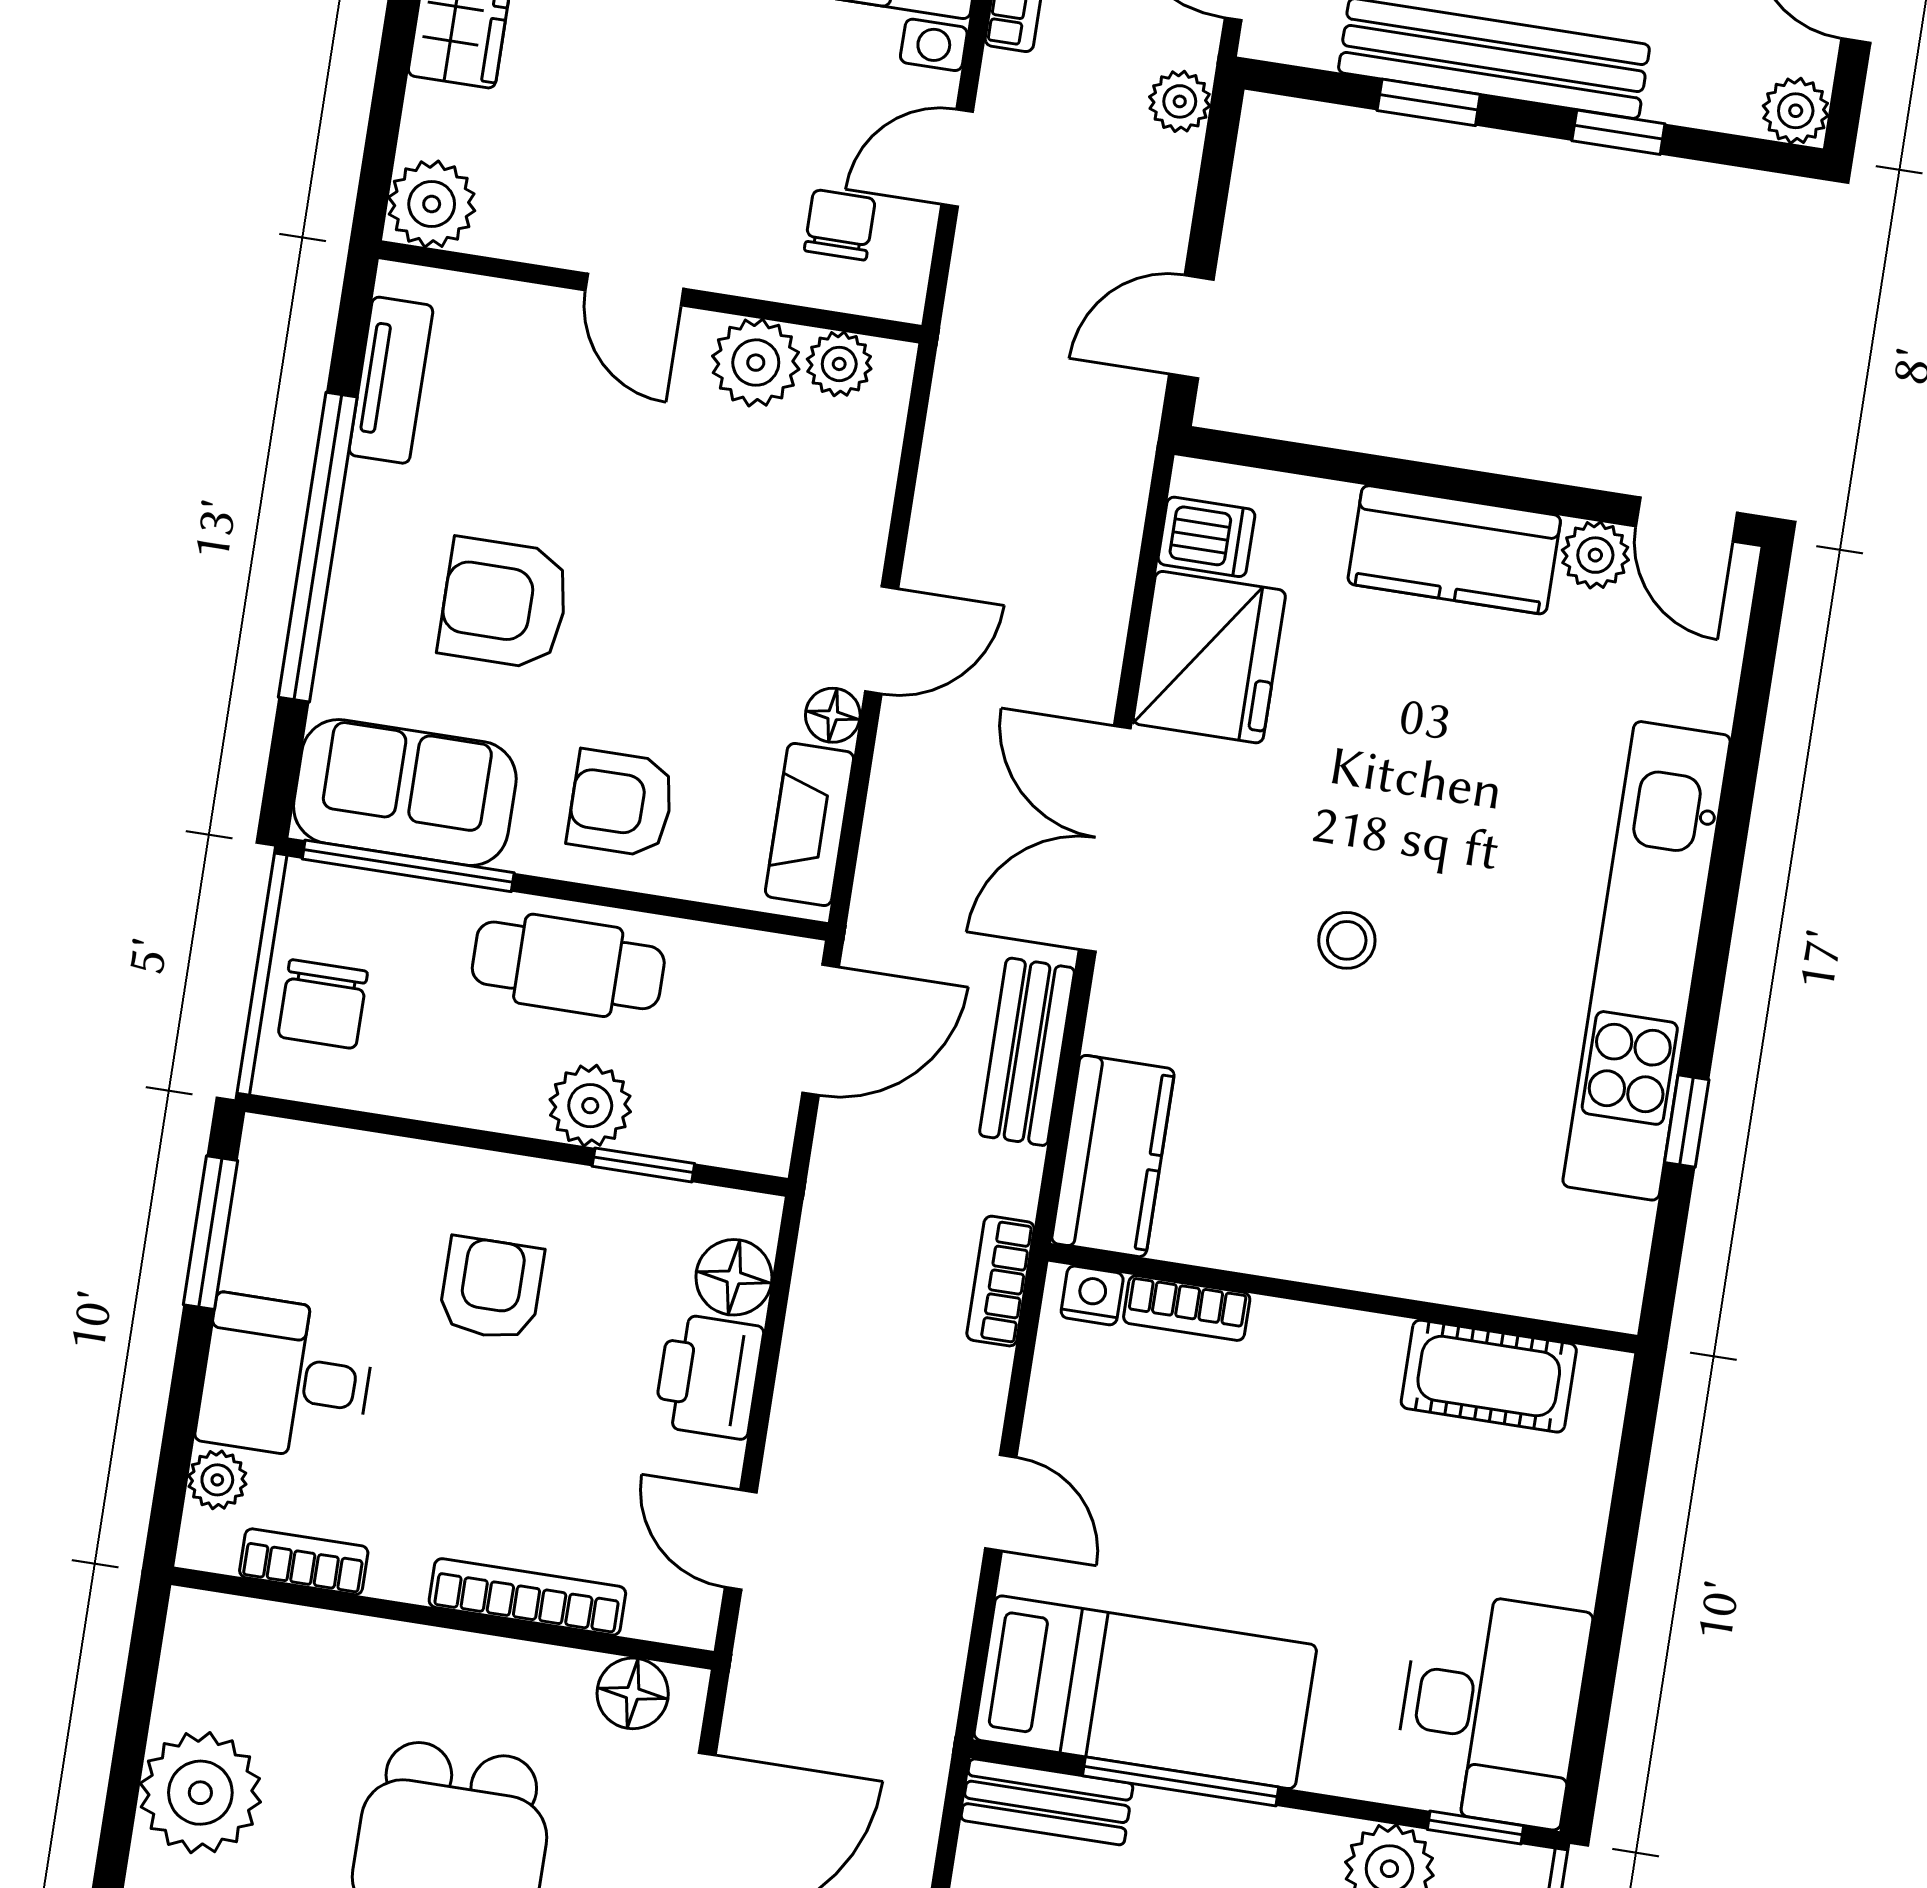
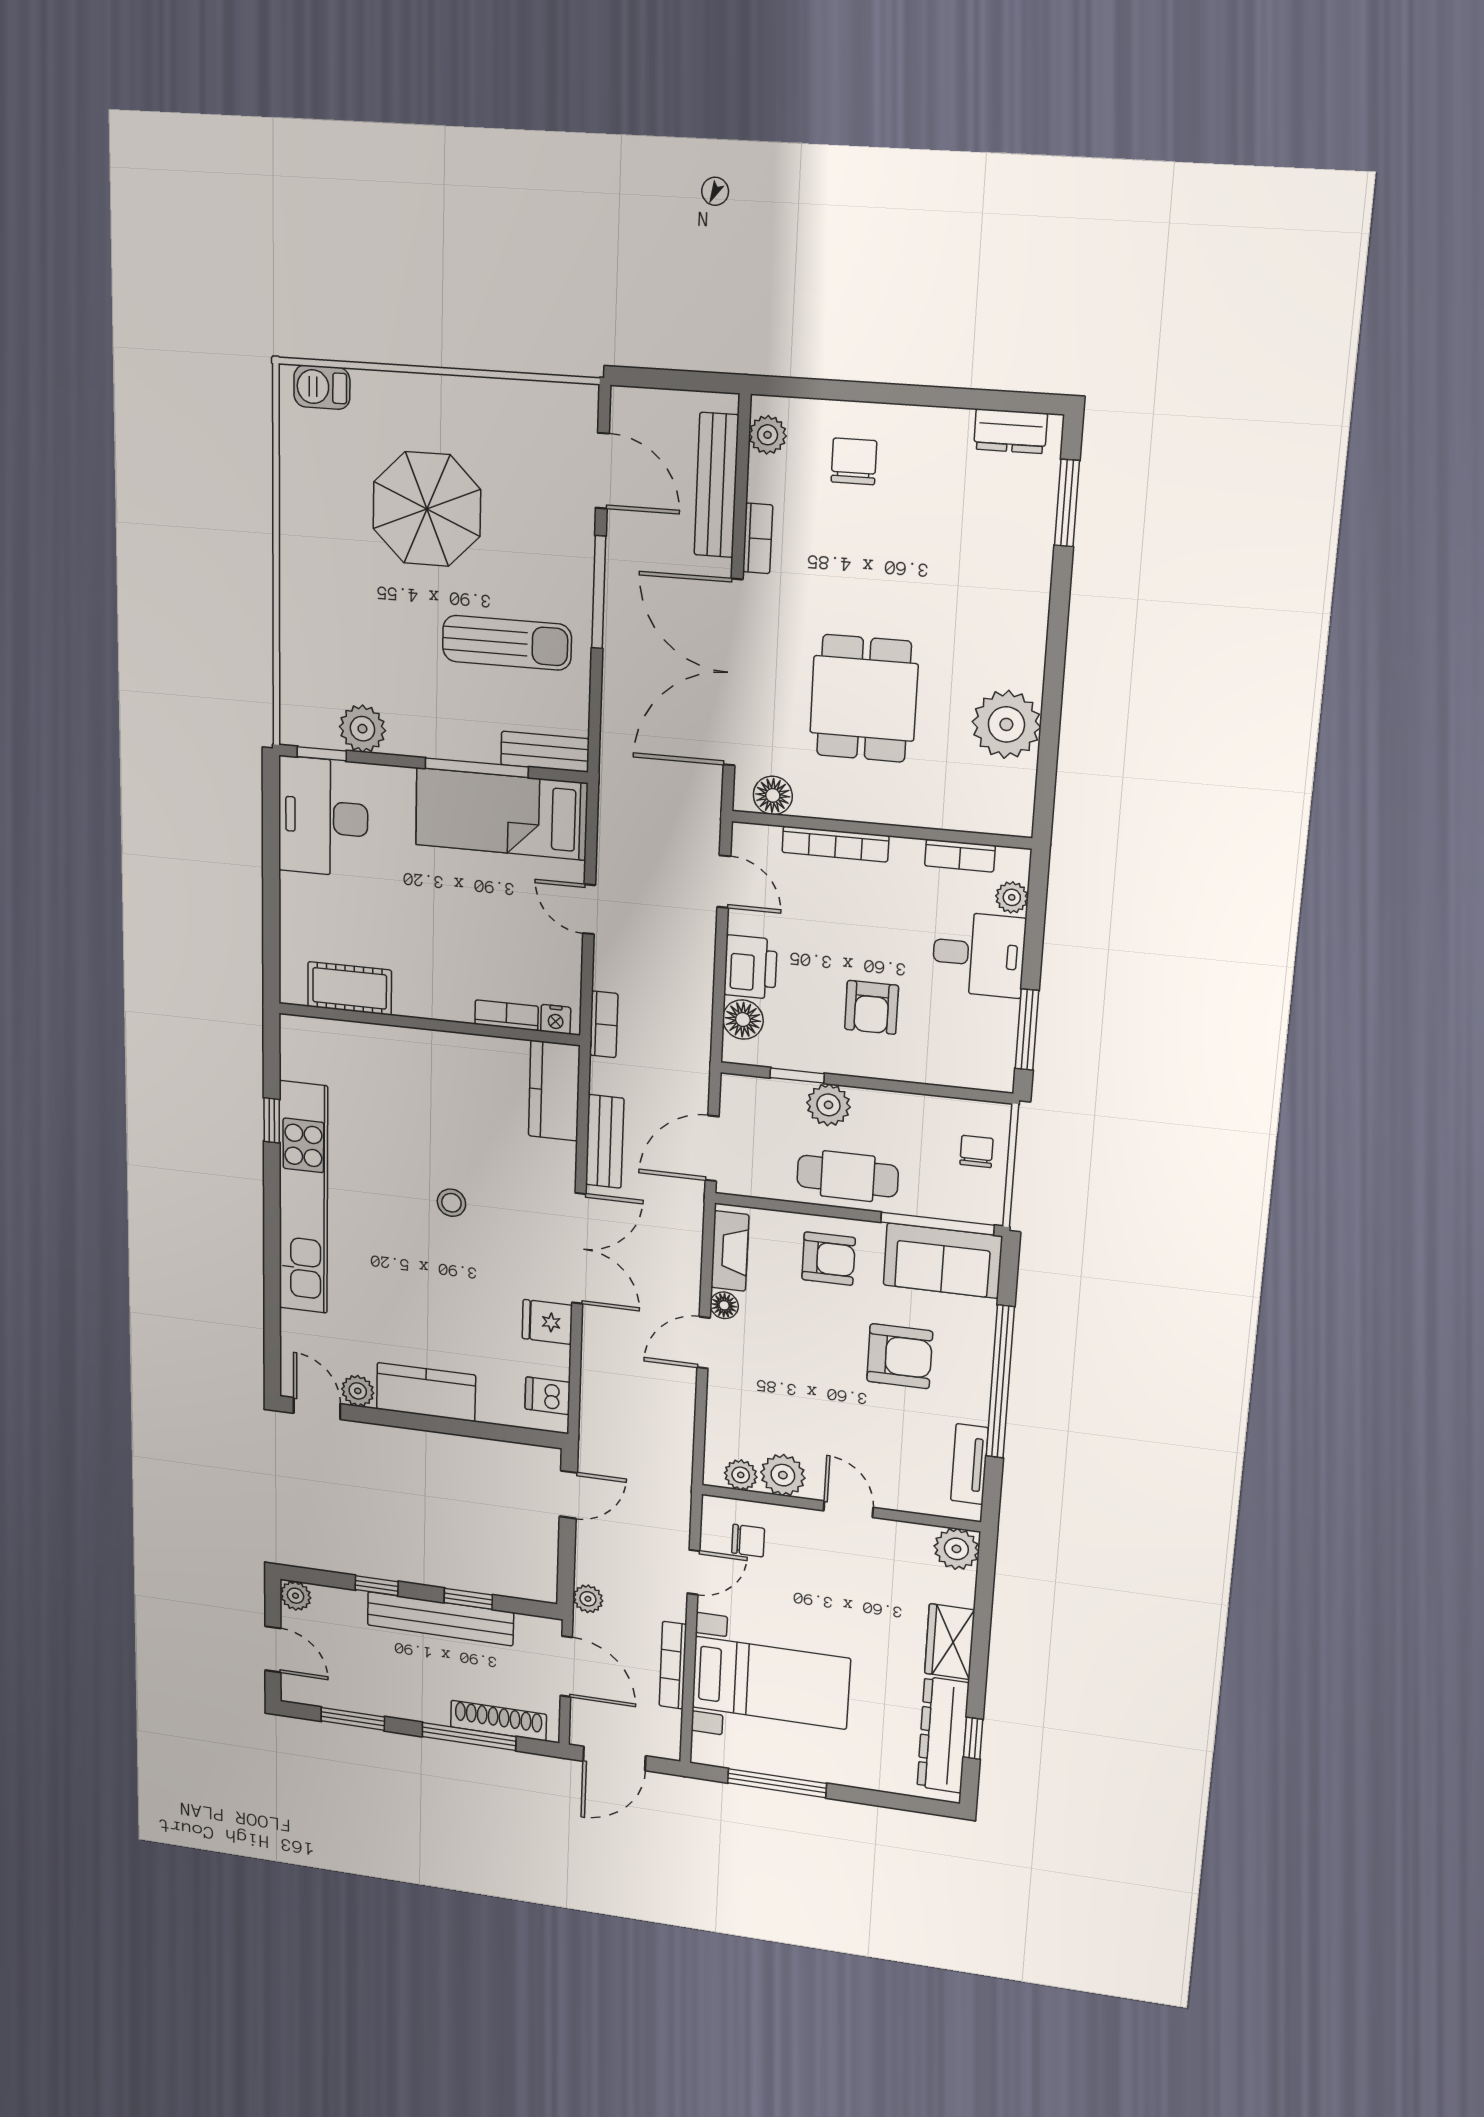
chair: (840, 225) -> (748, 1541), turned -90
fridge: (1209, 657) -> (547, 1322), width x0.53, depth x0.75
chair: (323, 1004) -> (976, 1151), width x0.73, depth x0.73

